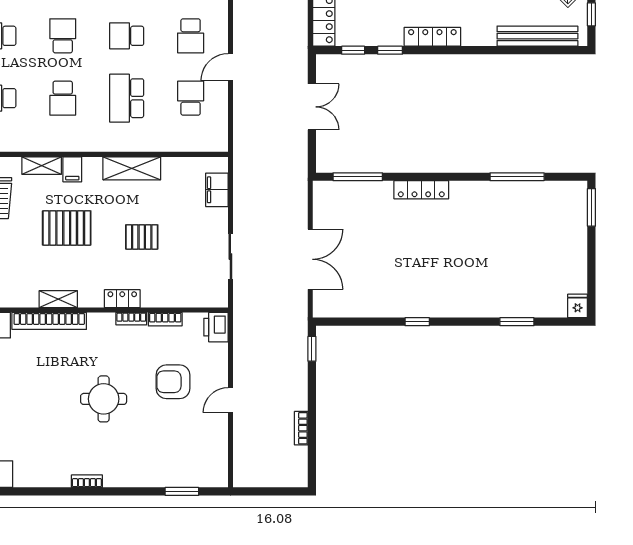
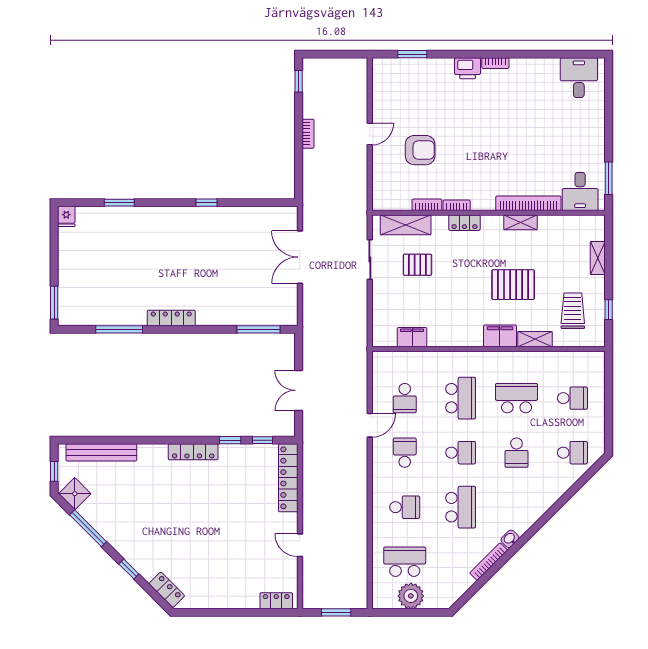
school desk: (63, 98) -> (517, 398), width x1.85
shelving: (132, 168) -> (406, 225), moved
filing cabinet: (72, 169) -> (500, 336), width x2.00
filing cabinet: (217, 190) -> (412, 337), moved, turned -90
locker: (421, 190) -> (171, 318), moved
pallet: (142, 237) -> (417, 265), moved
printer: (216, 327) -> (468, 68), moved, turned 90
window: (312, 349) -> (299, 81), moved
round table: (104, 399) -> (481, 135), removed
bookcase: (301, 428) -> (308, 134), moved

